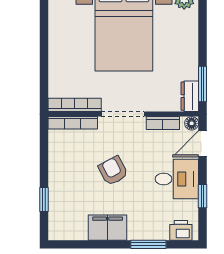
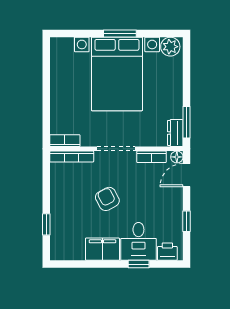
bookcase: (75, 105) -> (65, 141), width x0.64
desk: (177, 179) -> (138, 241), moved, turned 90
window: (148, 244) -> (139, 264), width x0.67

